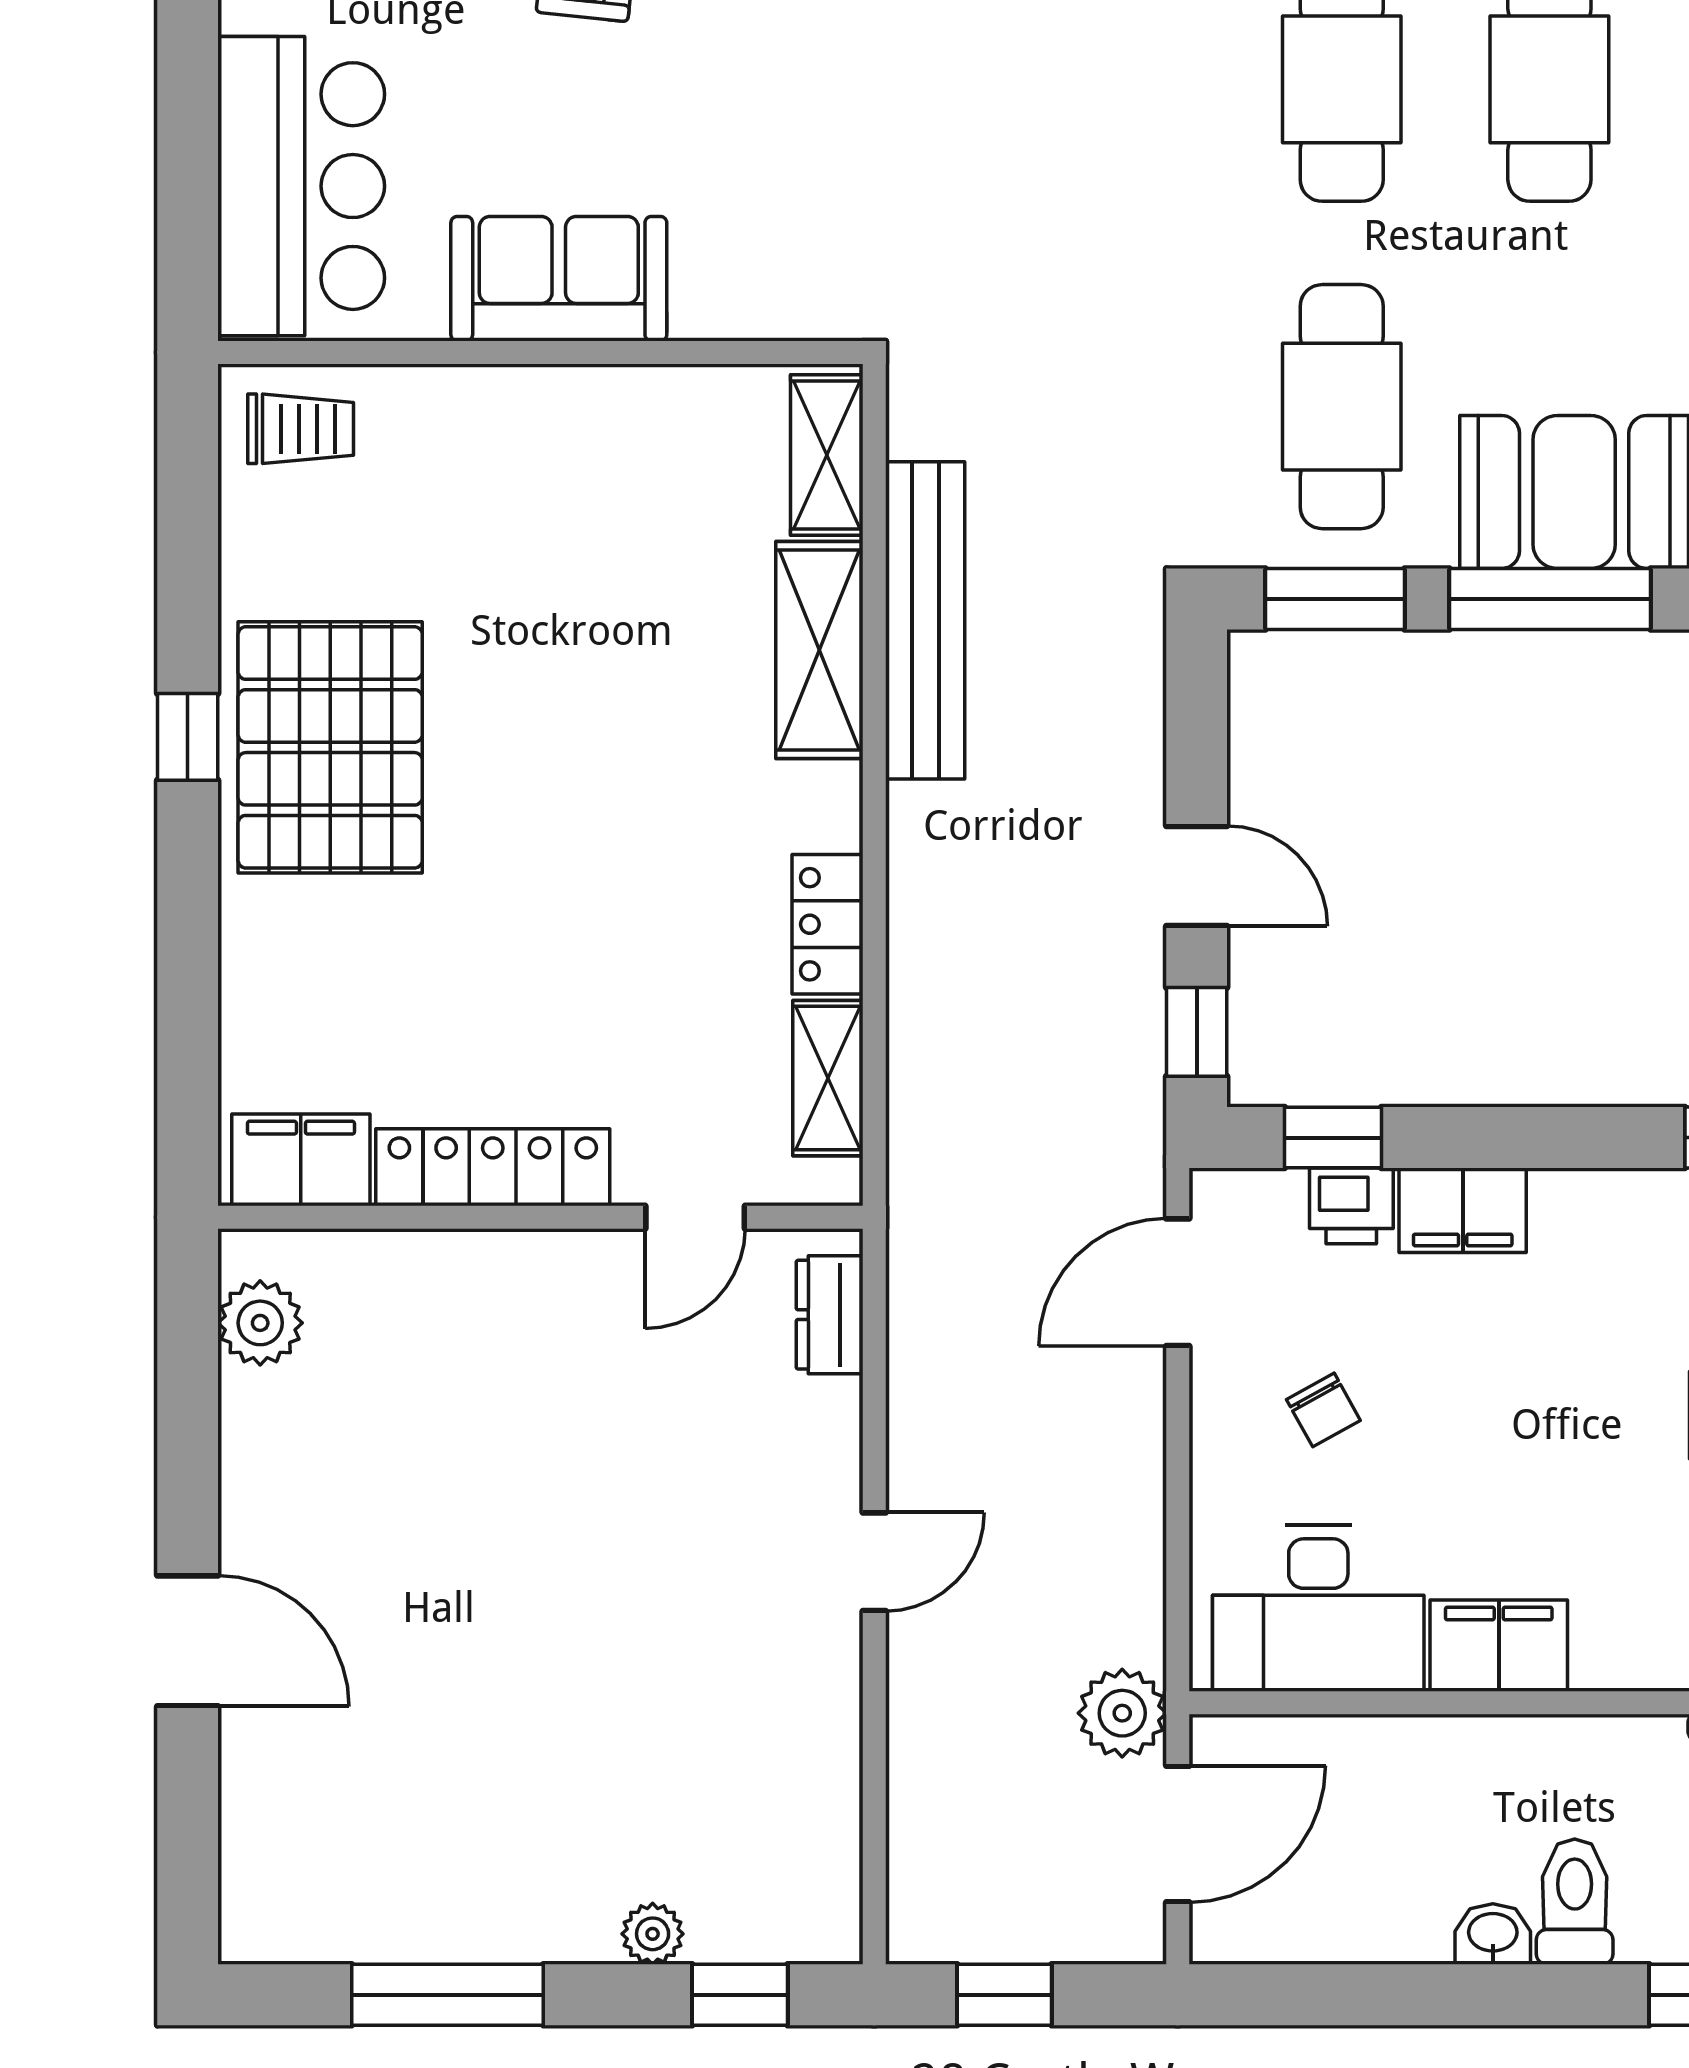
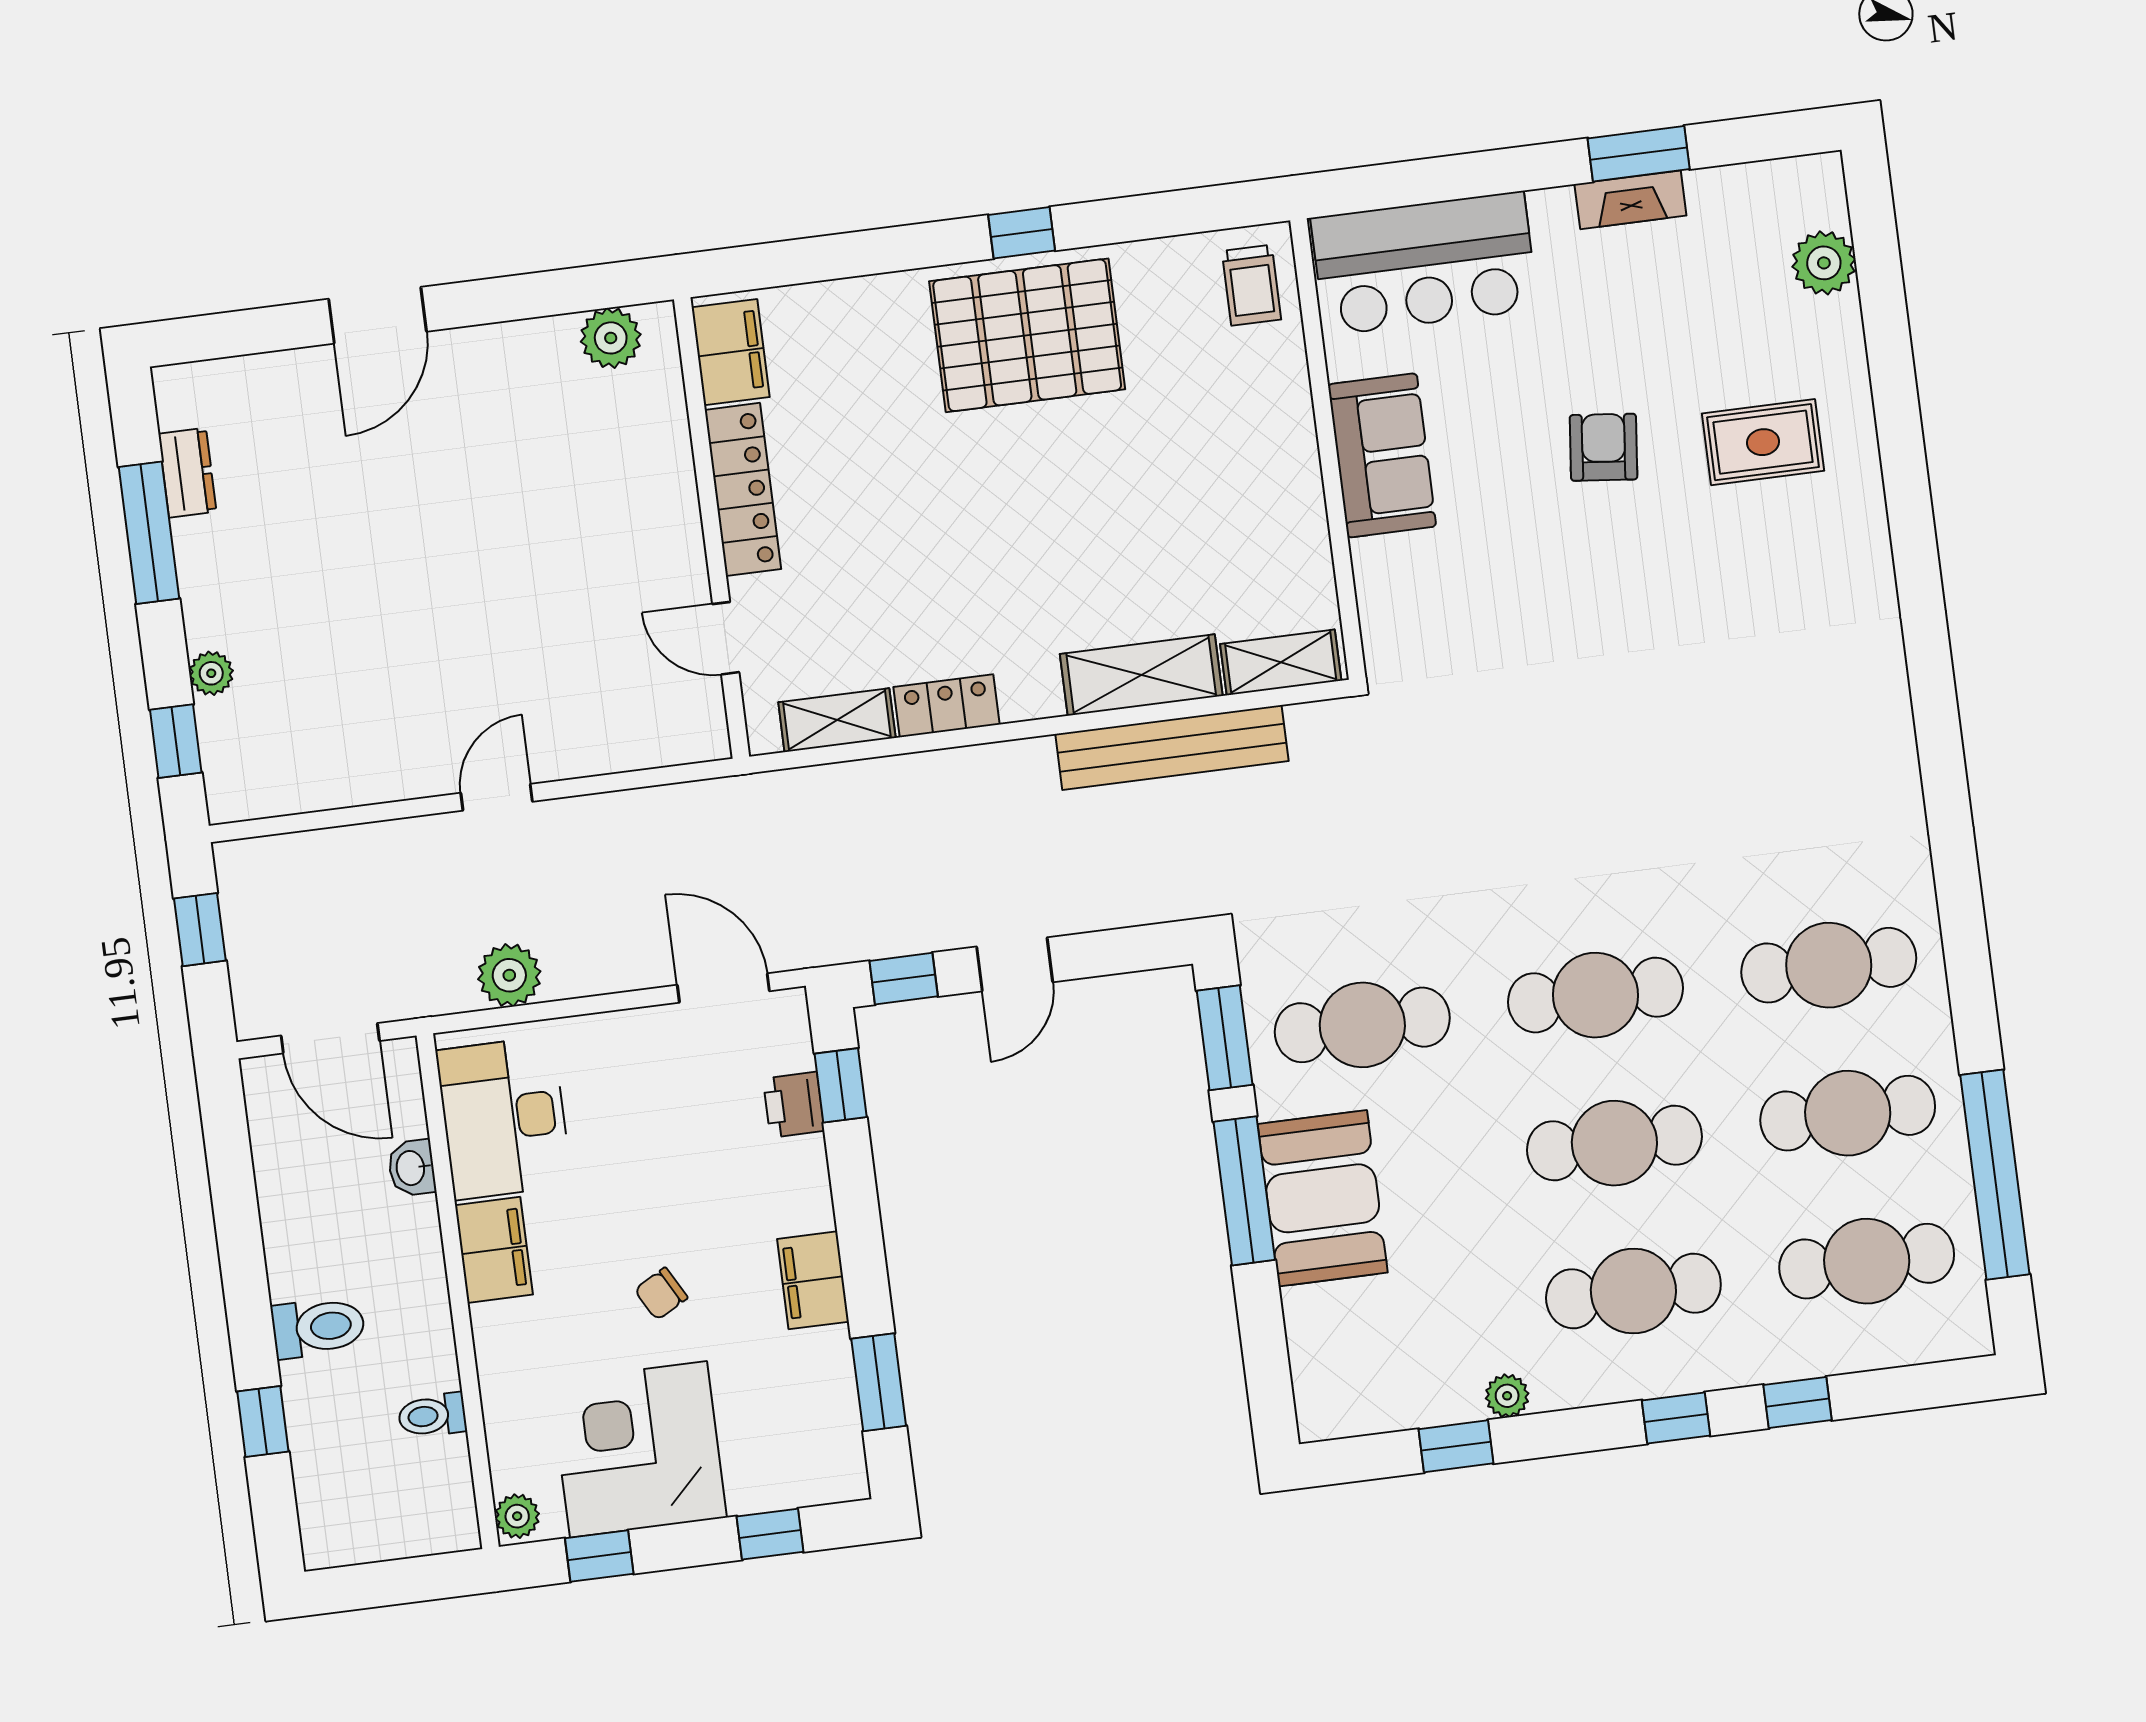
filing cabinet: (1463, 1210) -> (813, 1280), moved
dresser: (830, 1315) -> (187, 473), moved, turned 90
chair: (1323, 1410) -> (661, 1294), moved
door: (874, 1562) -> (497, 797), swing flipped
plant: (1122, 1713) -> (509, 975), moved
washbasin: (1493, 1934) -> (412, 1168), moved, turned 180

